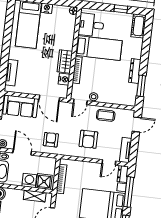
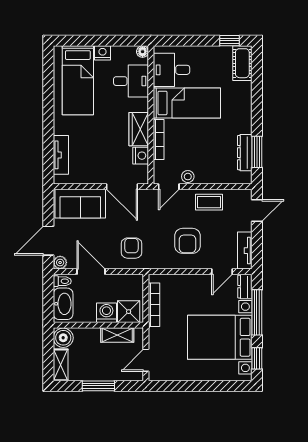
window: (121, 9) -> (229, 41), moved
desk: (64, 29) -> (131, 81), added
dresser: (135, 71) -> (245, 153), moved

